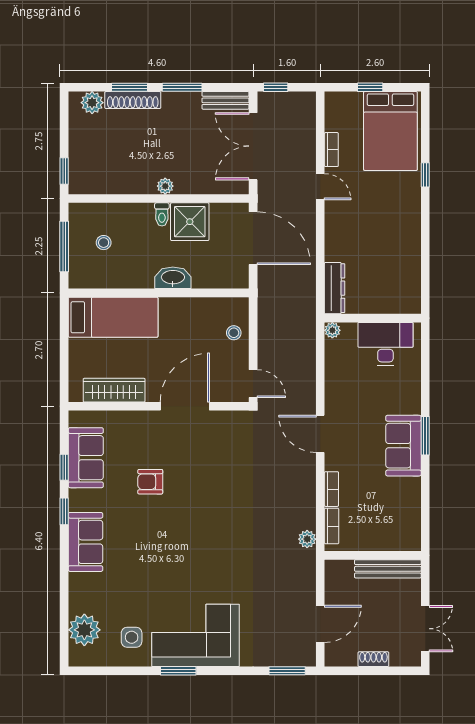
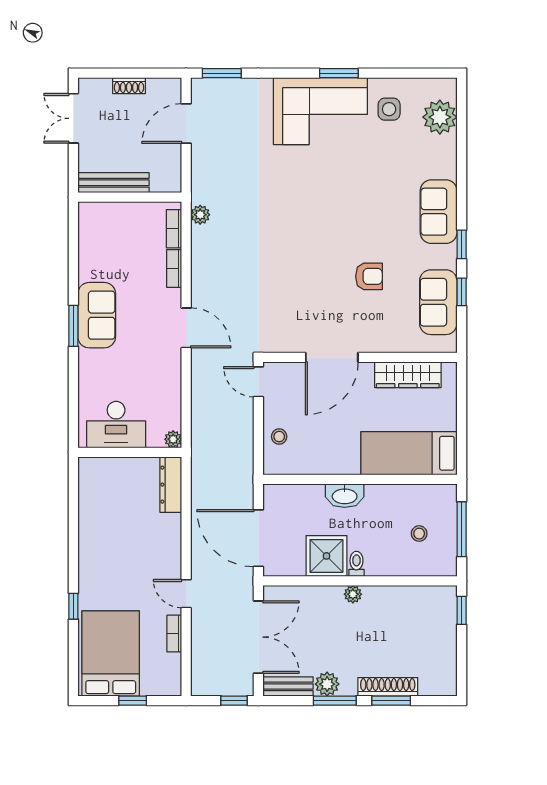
plant: (92, 103) -> (327, 684), moved

